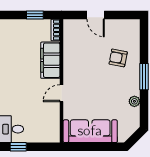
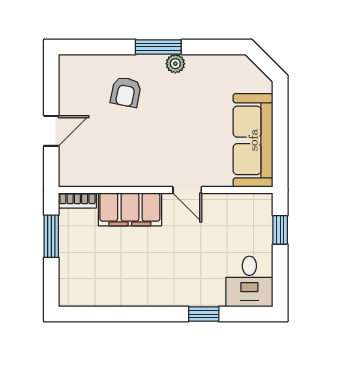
window: (35, 15) -> (51, 236), width x1.50
plant: (134, 101) -> (175, 64), moved
window: (18, 147) -> (280, 230), moved

